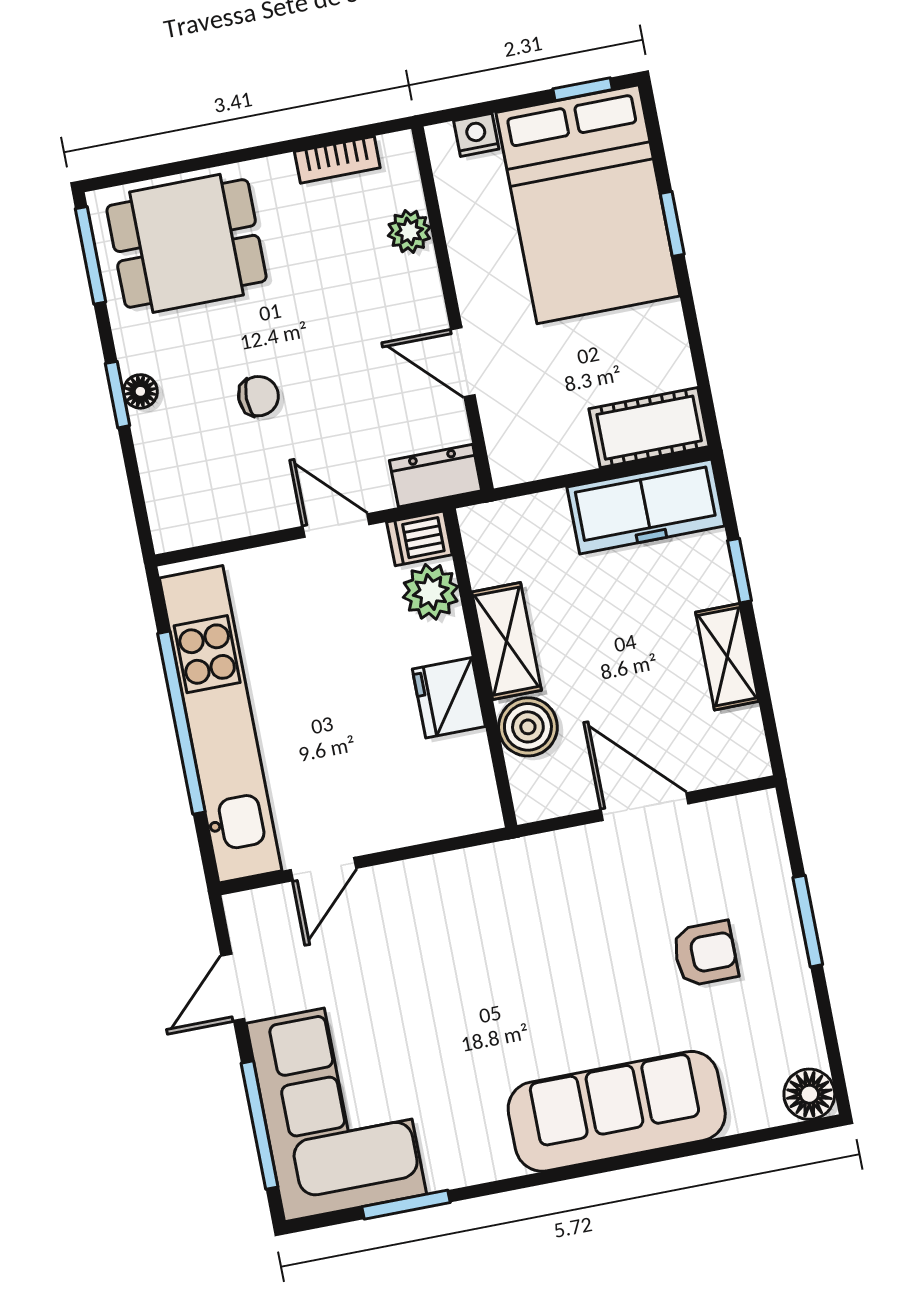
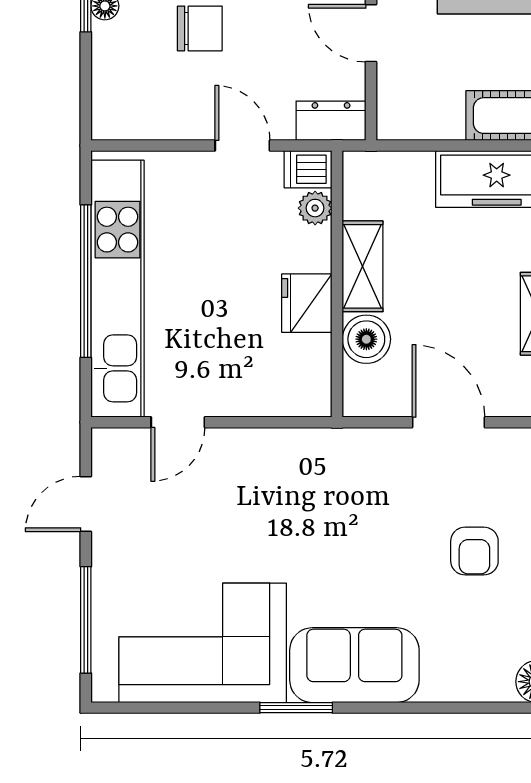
chair: (258, 396) -> (200, 28), width x1.37, depth x1.37
plant: (431, 592) -> (315, 208), width x0.73, depth x0.73
armchair: (705, 954) -> (474, 551), turned 90
corner sofa: (336, 1109) -> (203, 643), moved, turned -90
sofa: (617, 1111) -> (354, 665), width x0.73
window: (406, 1205) -> (296, 708), moved

